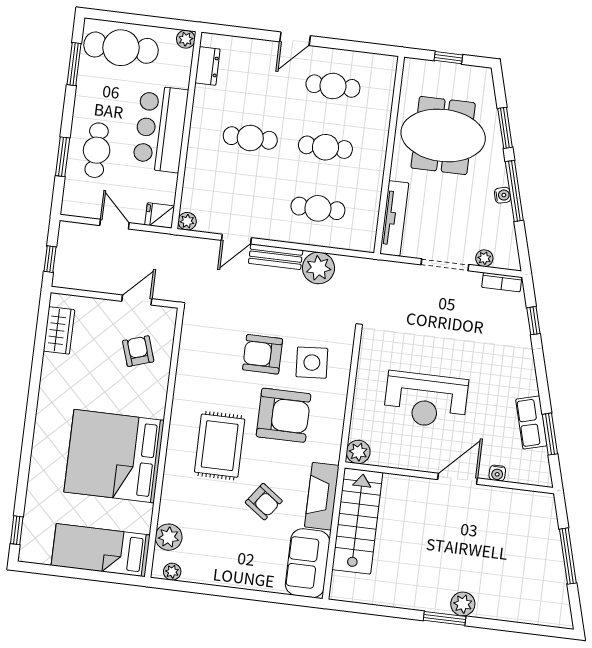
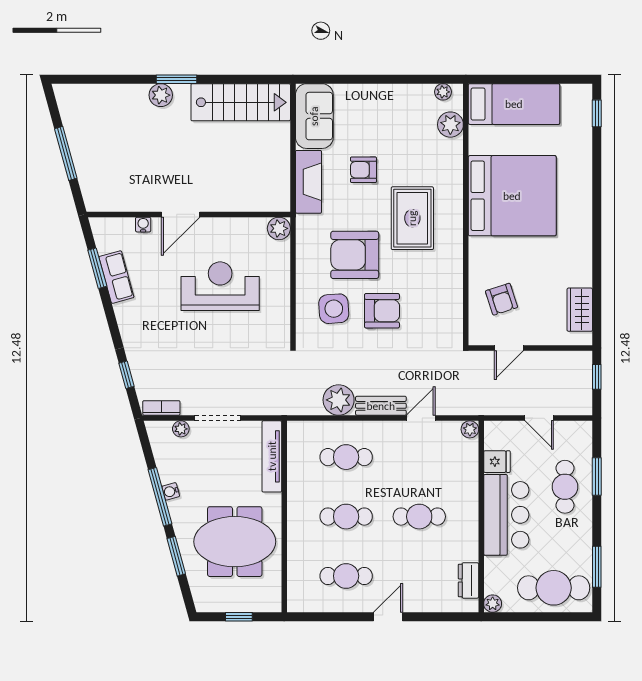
fridge: (160, 215) -> (497, 462), moved
armchair: (264, 502) -> (363, 170), turned -36
stairs: (357, 521) -> (241, 102), moved, turned -90

